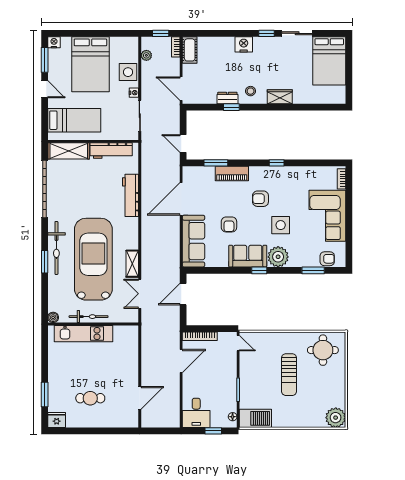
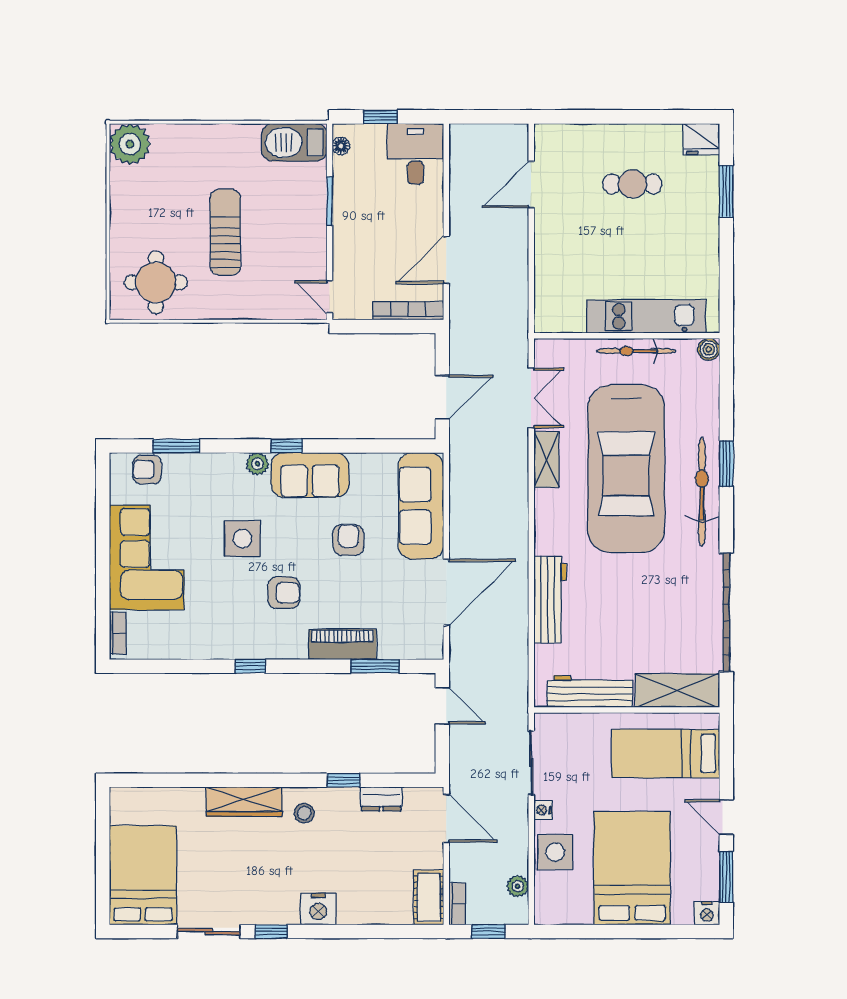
wardrobe: (280, 97) -> (244, 802), width x1.50
dresser: (227, 98) -> (381, 799), moved
plant: (278, 257) -> (258, 464), width x0.53, depth x0.53

